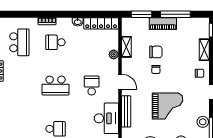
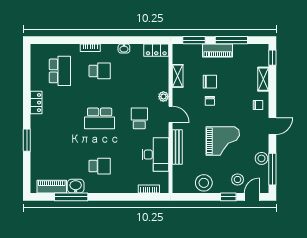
locker: (101, 23) -> (156, 50), width x0.66
school desk: (56, 42) -> (100, 71), turned 180
plant: (114, 54) -> (163, 97), moved

